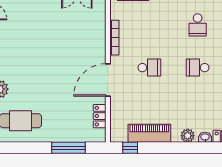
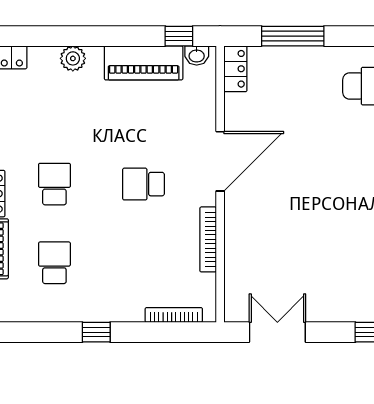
school desk: (198, 68) -> (54, 184), turned -90
locker: (100, 116) -> (235, 69), moved
washbasin: (205, 137) -> (197, 55), moved

